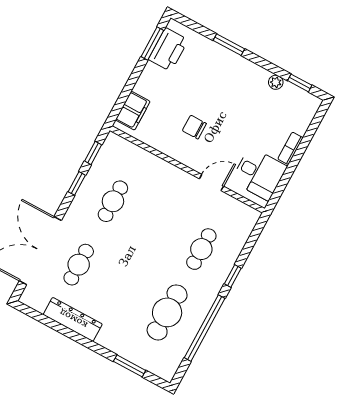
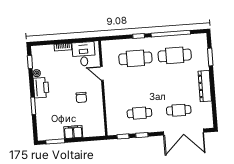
printer: (168, 50) -> (41, 88), moved, turned 90
filing cabinet: (133, 111) -> (73, 132), moved
cafe table: (201, 249) -> (135, 58), width x1.37, depth x1.35
dresser: (73, 319) -> (205, 86), moved

